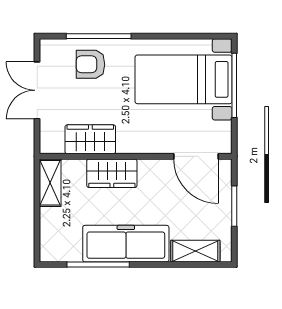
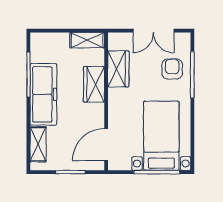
double door: (37, 90) -> (153, 31), swing flipped

